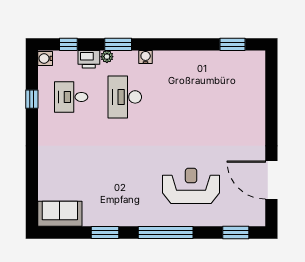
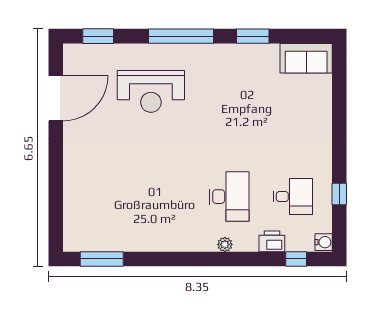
window: (118, 44) -> (237, 259), removed
window: (232, 44) -> (102, 259), width x1.44
plant: (107, 57) -> (225, 244), moved
water cooler: (146, 57) -> (205, 244), removed
door: (271, 180) -> (56, 98), hinge flipped

